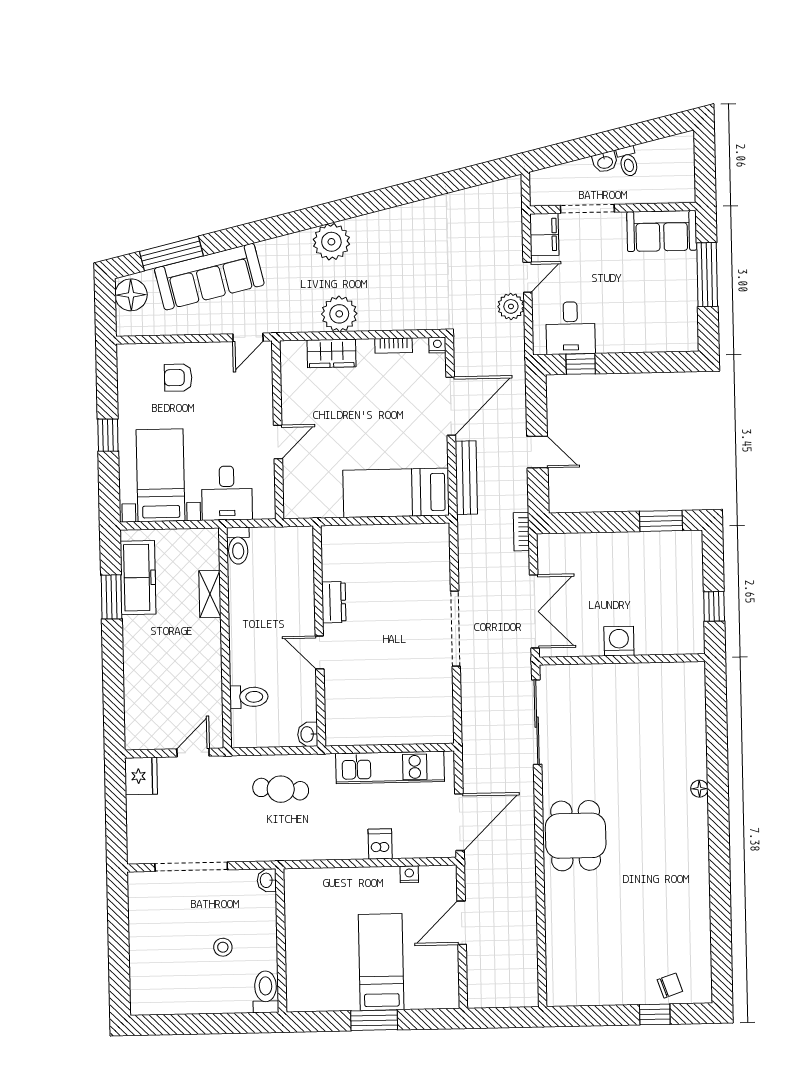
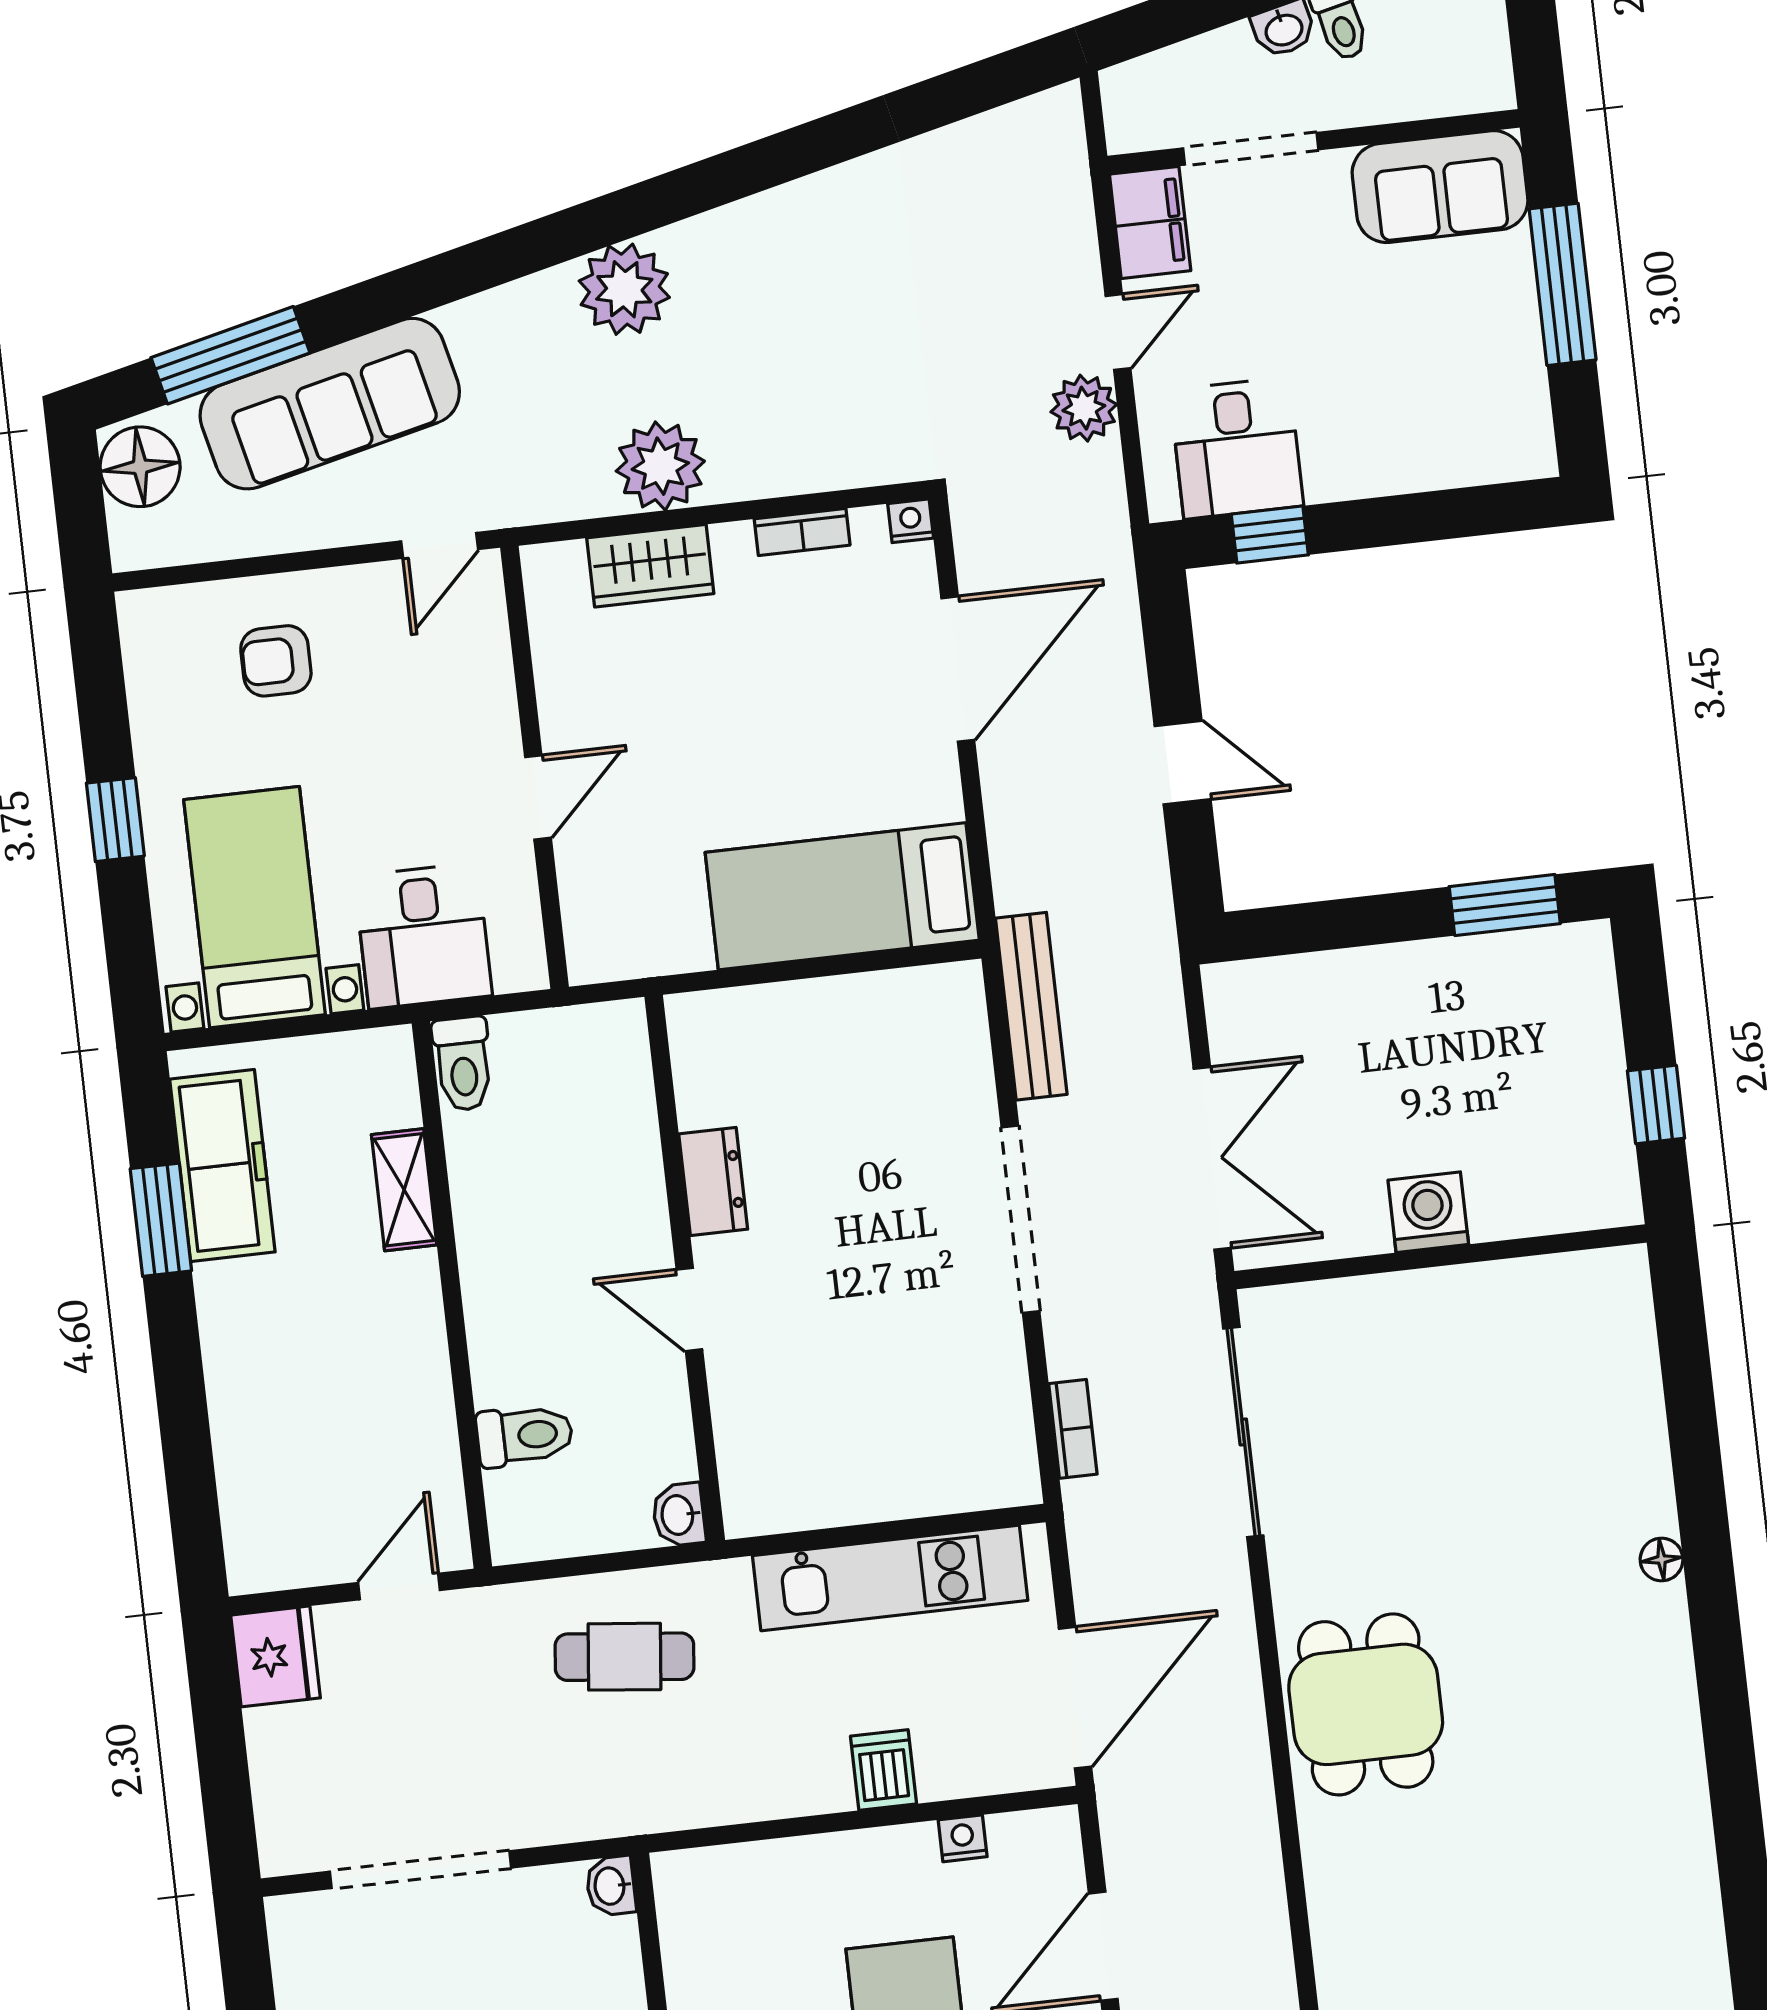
bench: (466, 478) -> (1031, 1006), moved
bookcase: (521, 532) -> (1073, 1429), moved, turned 180

